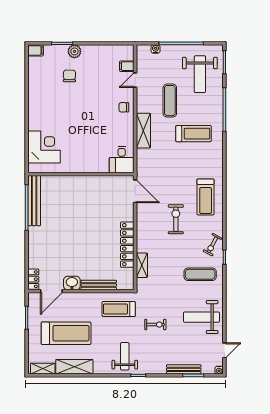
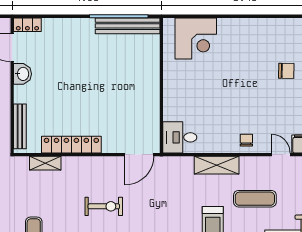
bench: (99, 285) -> (20, 126), moved

